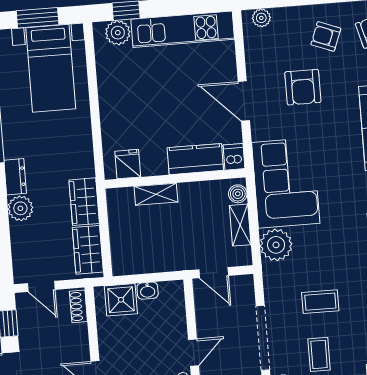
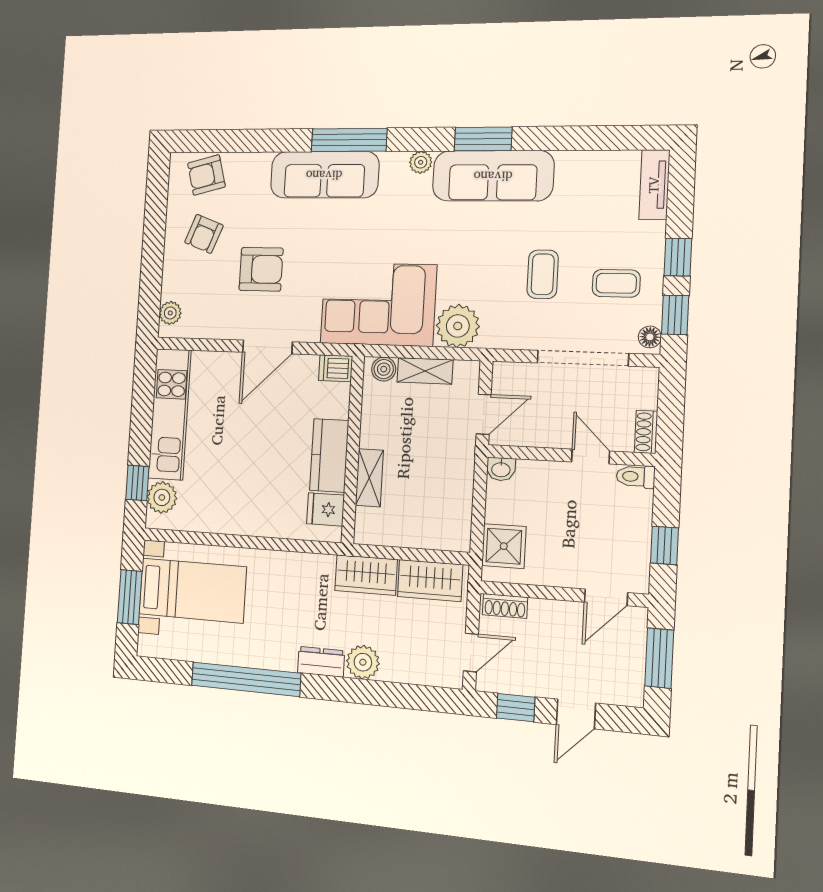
kitchen counter: (195, 159) -> (329, 455), moved
washbasin: (148, 291) -> (501, 469), moved, turned 90

